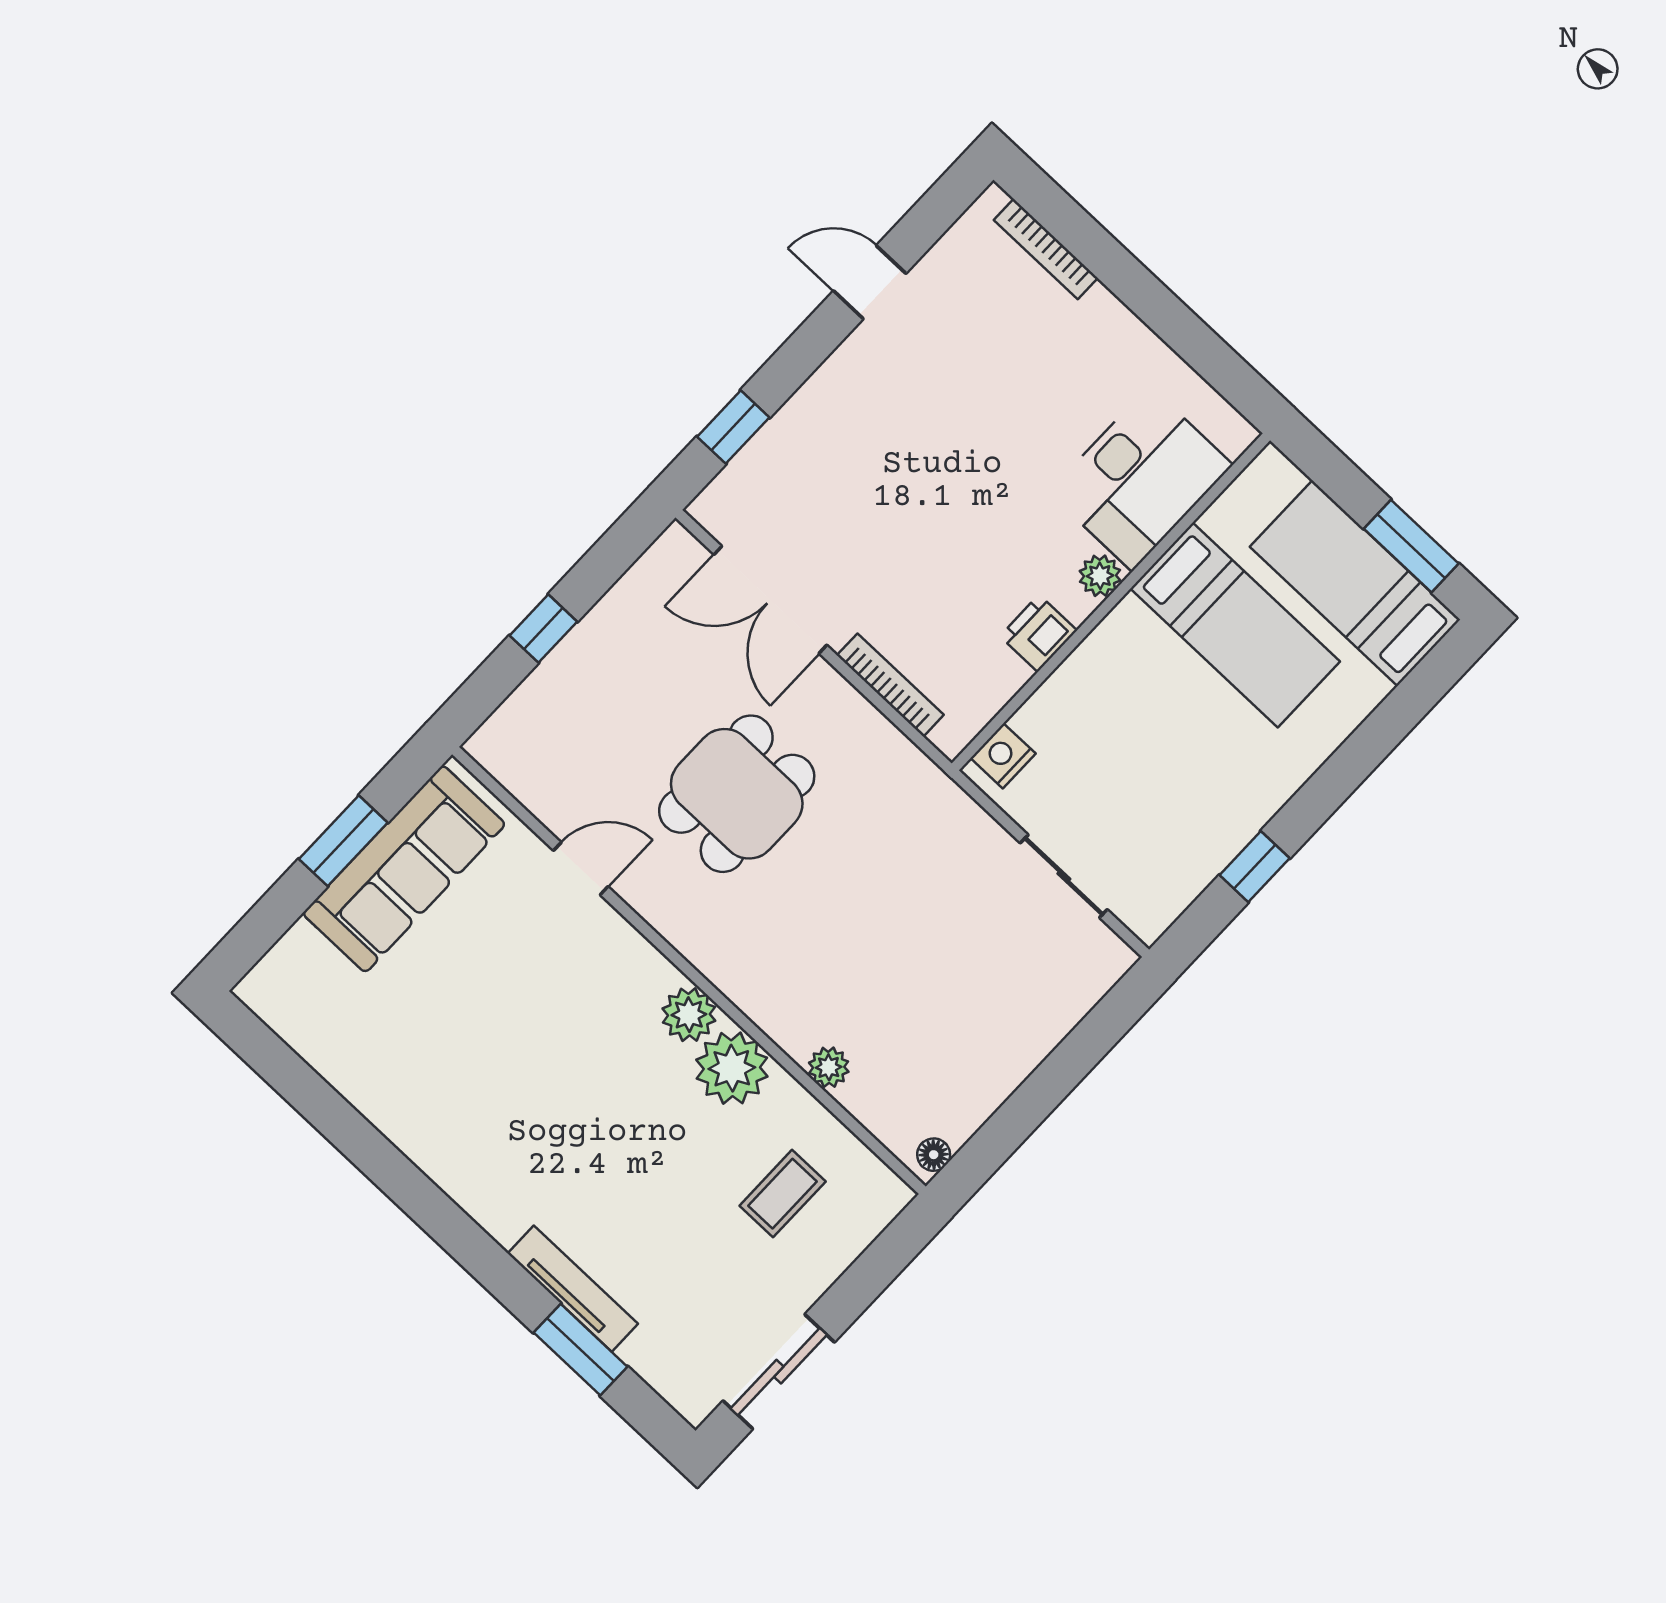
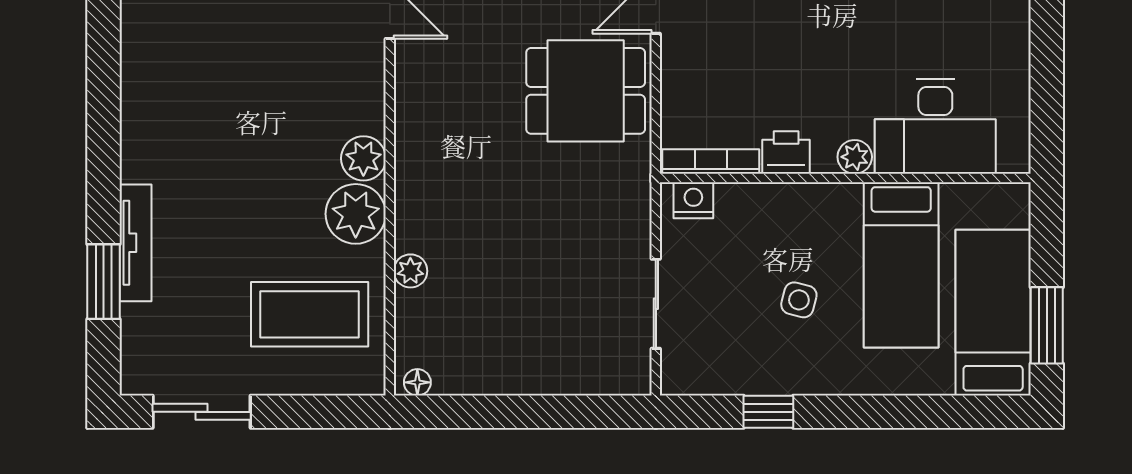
bookcase: (890, 685) -> (711, 162), moved, turned -90
side table: (1181, 746) -> (799, 300), added
dining table: (737, 794) -> (586, 91), moved
coffee table: (783, 1194) -> (310, 314), width x1.86, depth x1.72

